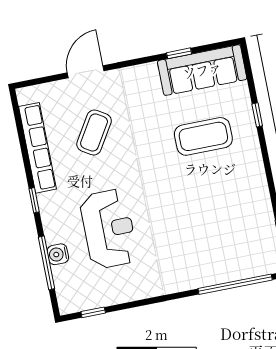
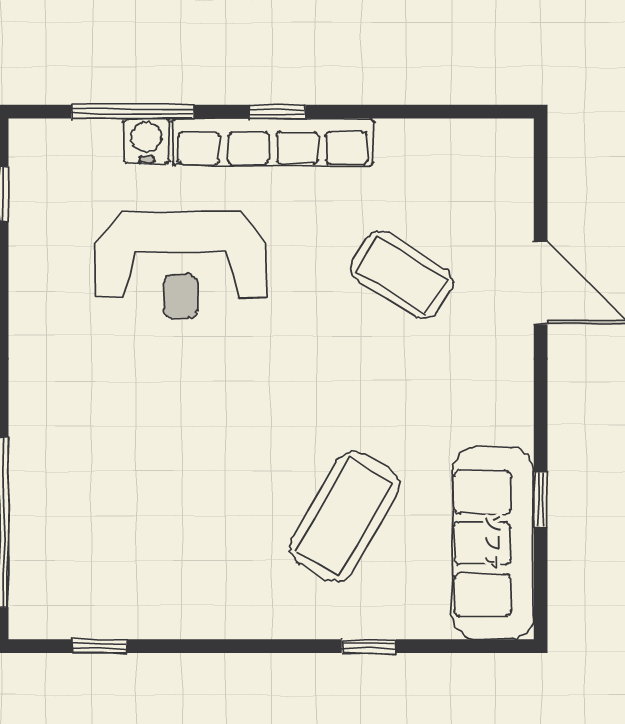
coffee table: (203, 136) -> (345, 517), turned 30
row of seats: (37, 148) -> (273, 142), moved

